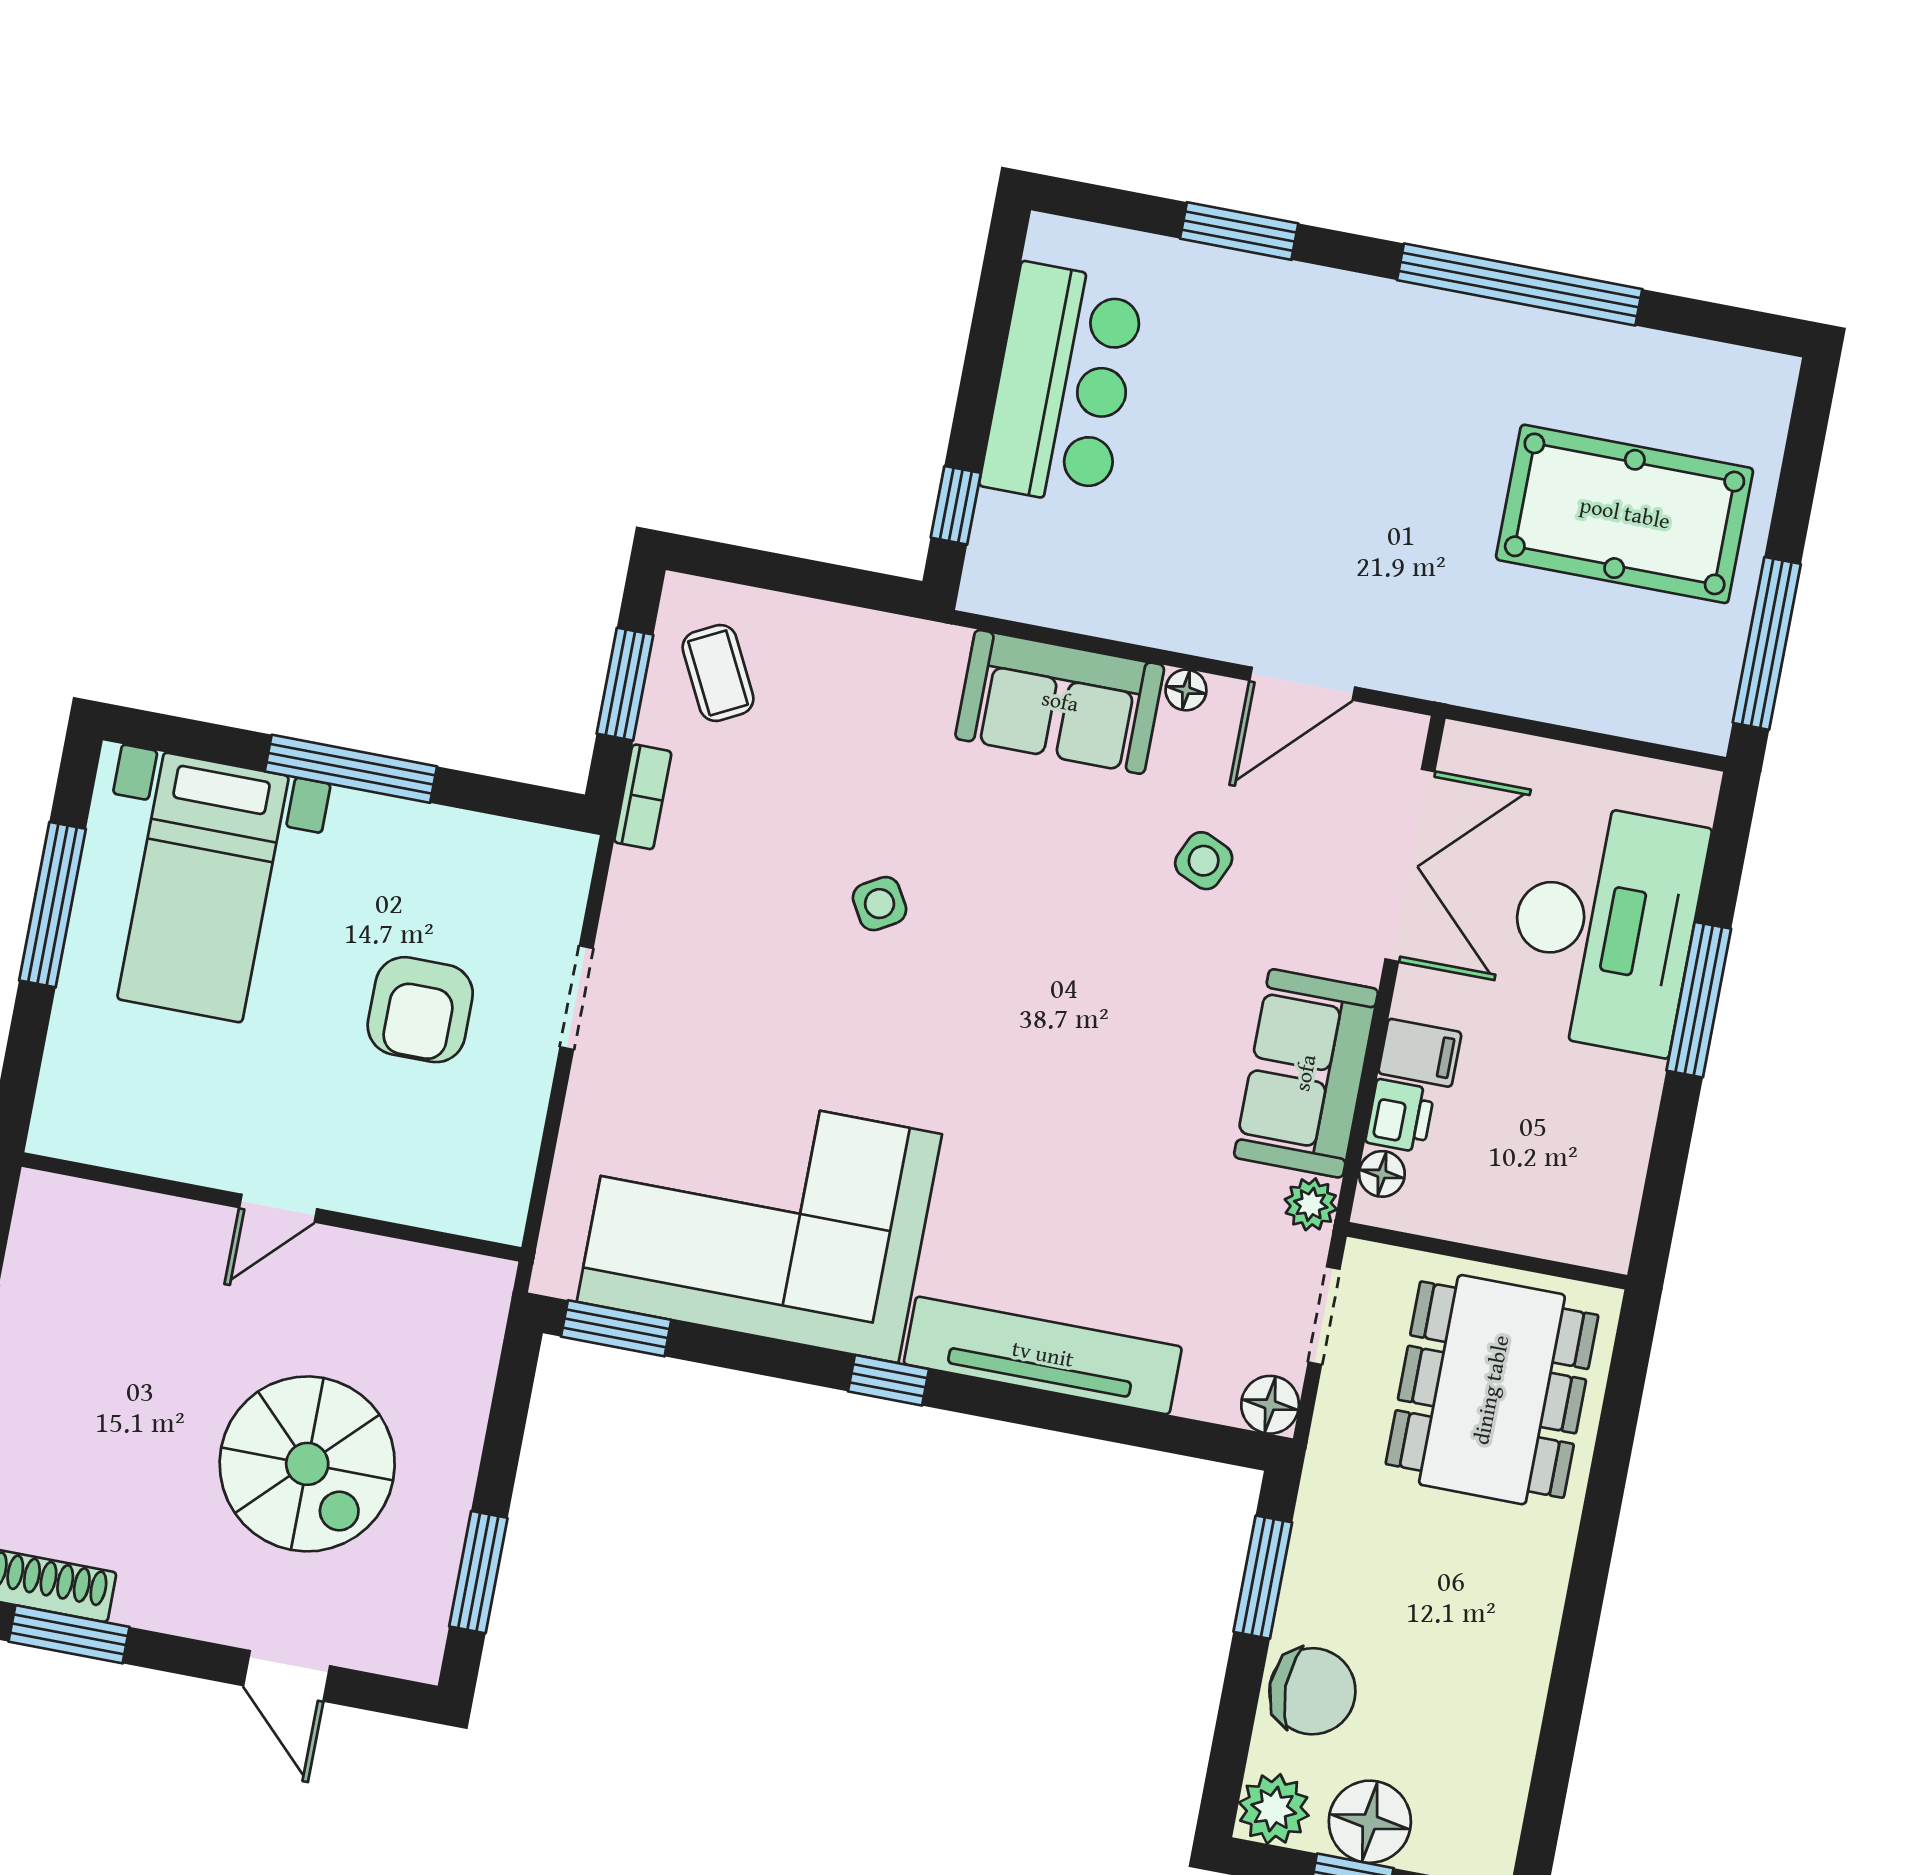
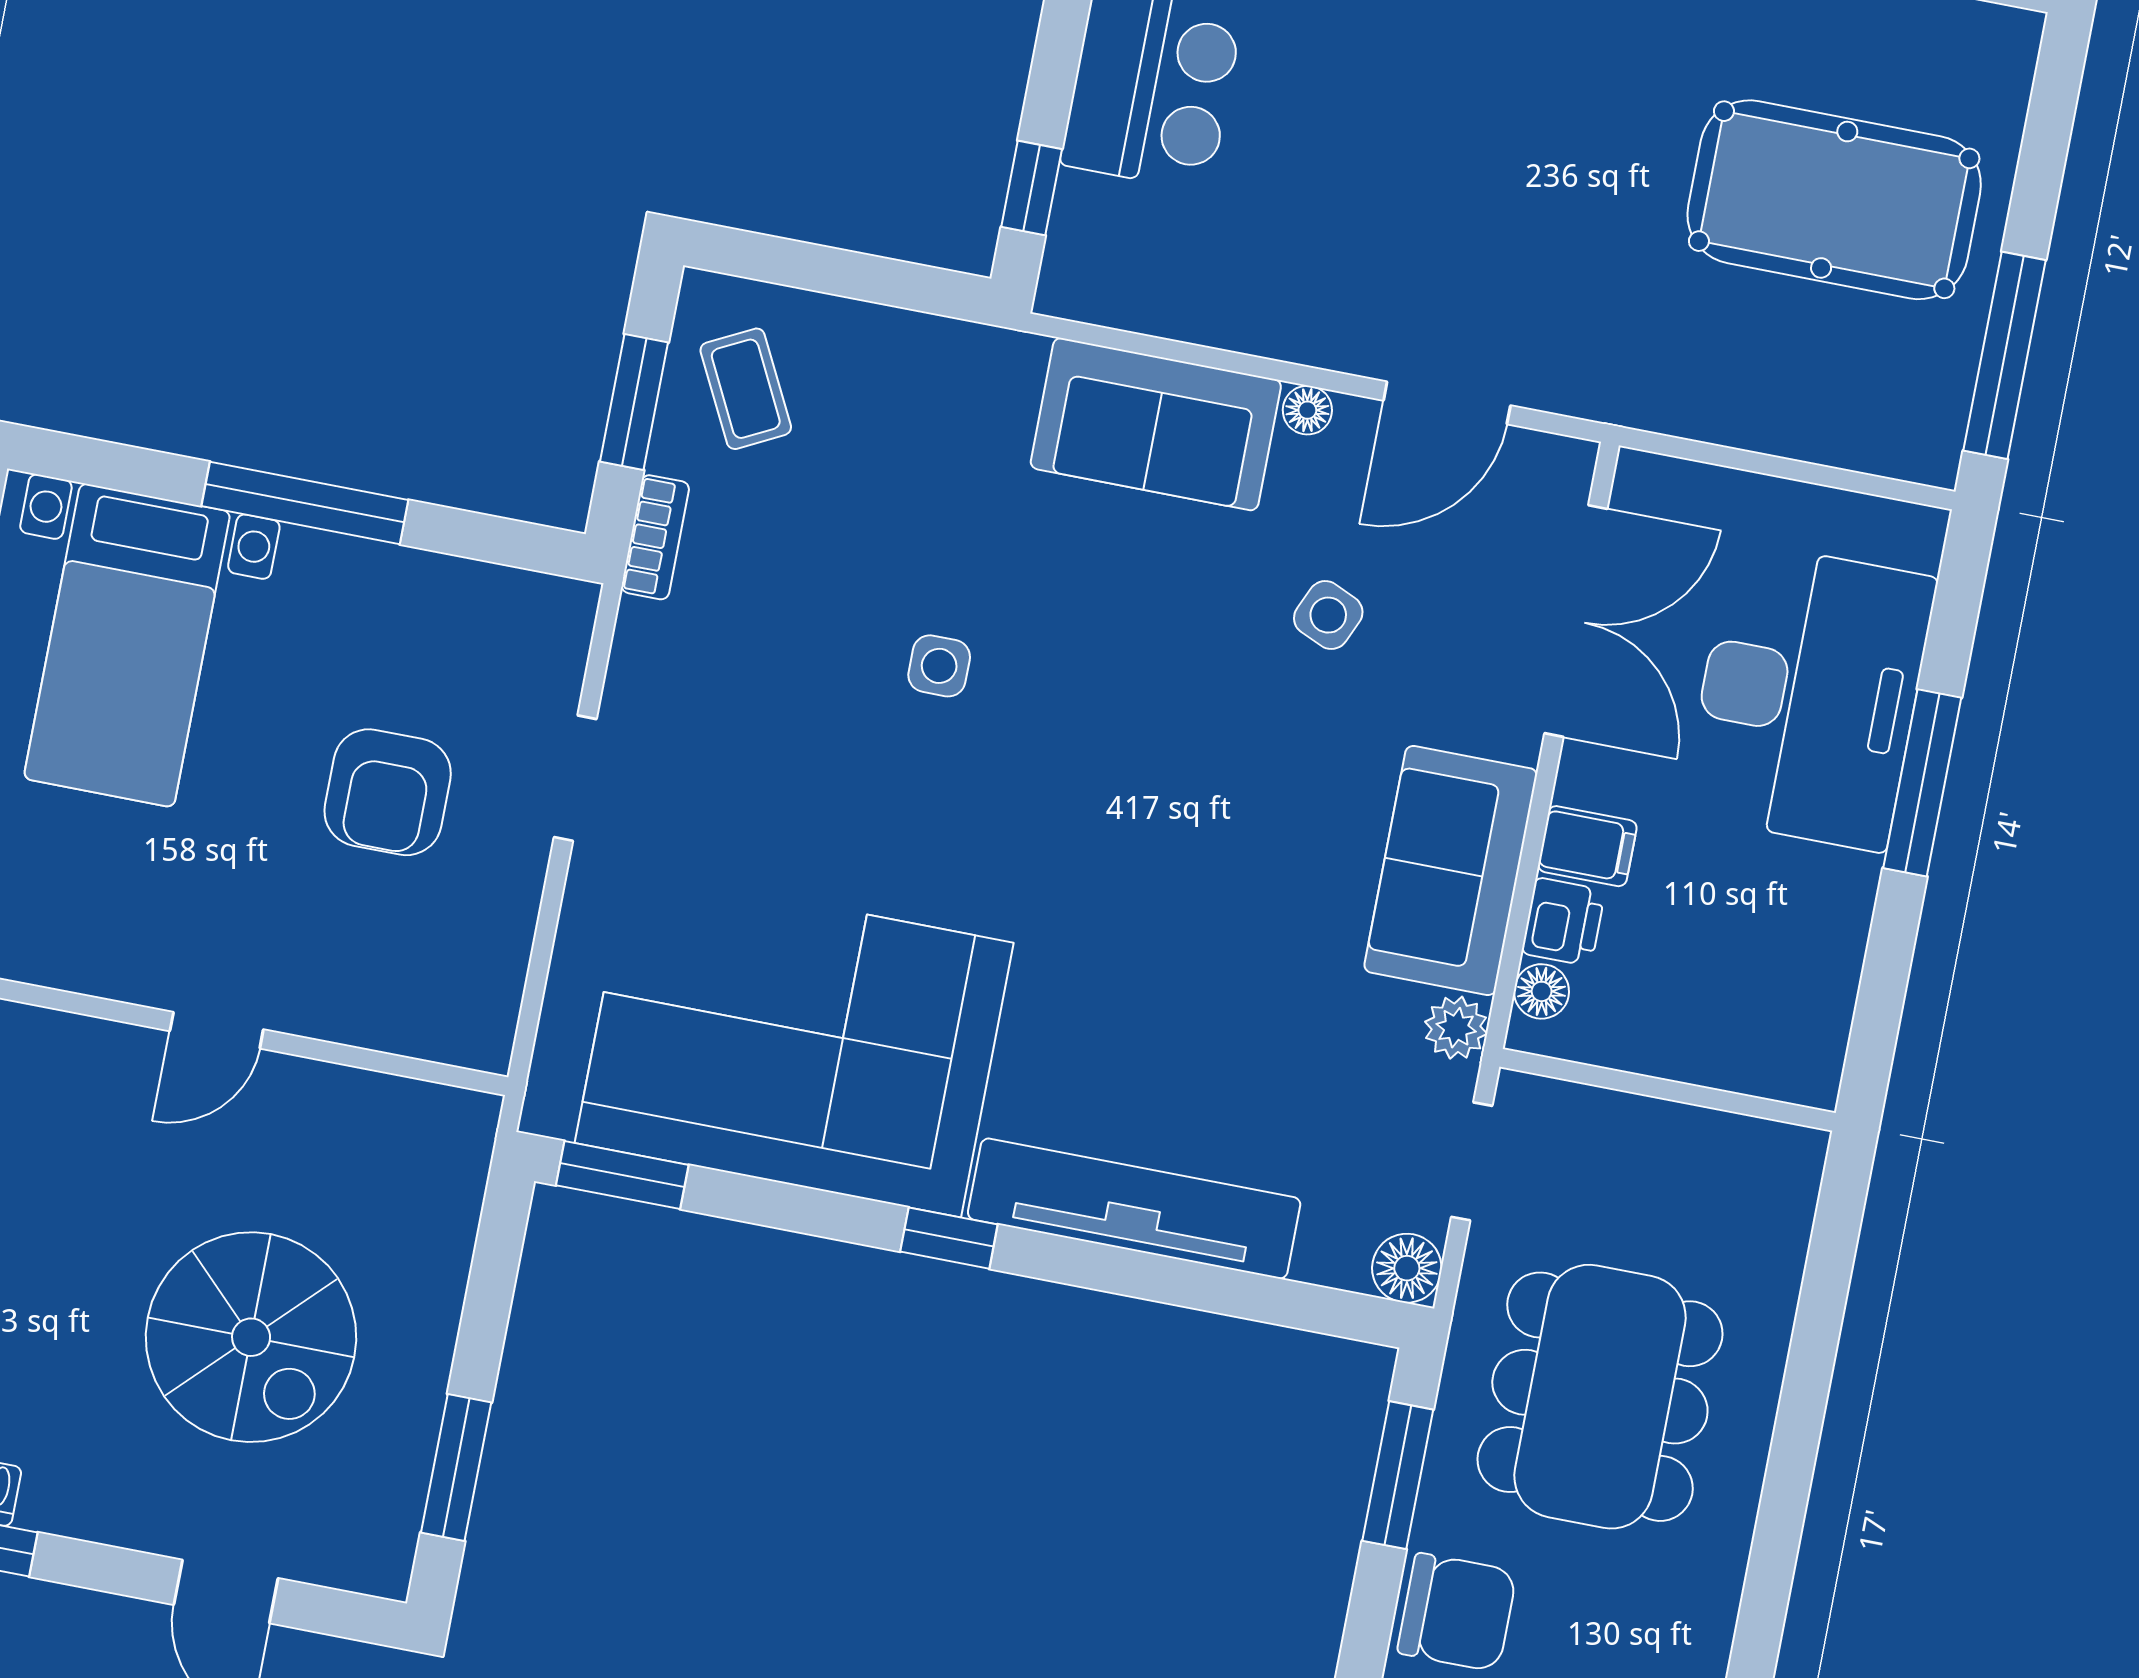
side table: (880, 904) -> (939, 666), turned 30
dining table: (1492, 1390) -> (1600, 1397), moved

